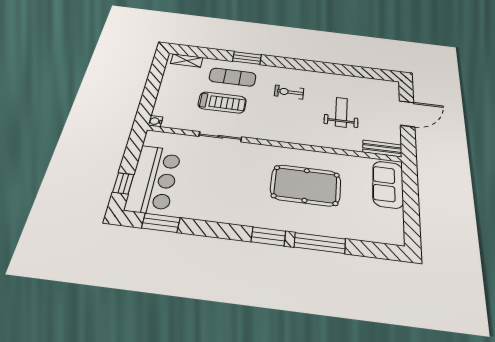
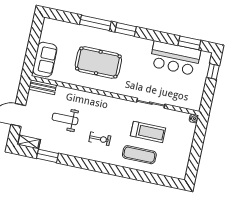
window: (247, 58) -> (48, 156), moved
shelving: (187, 60) -> (29, 142), moved
treadmill: (222, 103) -> (148, 132), turned 180
weight bench: (341, 112) -> (65, 119), turned 90
bar counter: (154, 179) -> (175, 58), moved, turned -90

